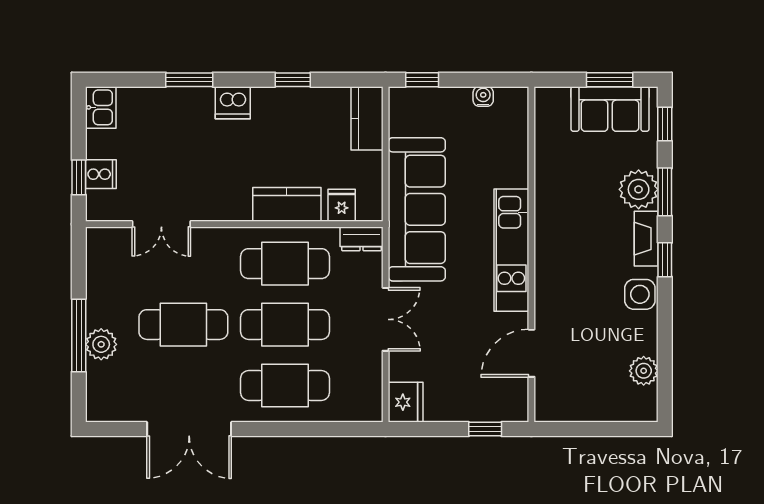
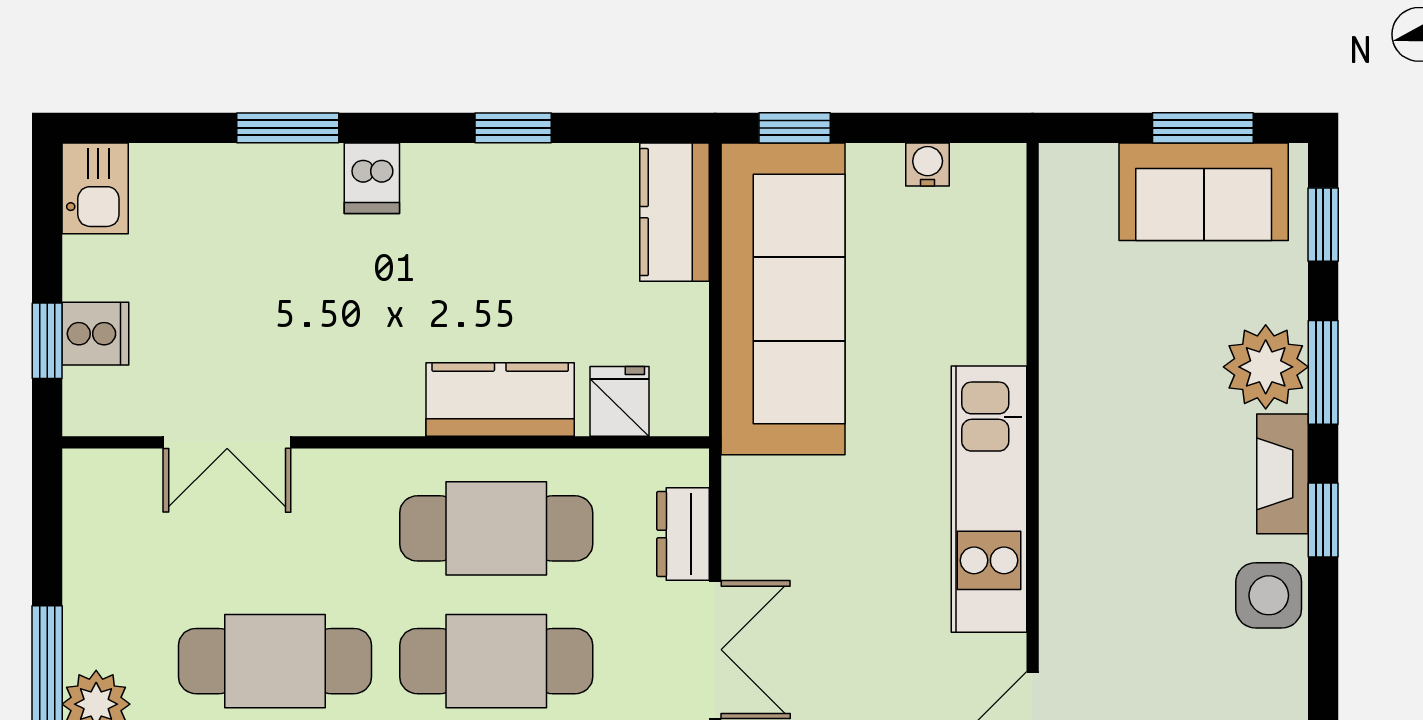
dishwasher: (233, 103) -> (372, 178), width x0.73
sofa: (417, 209) -> (783, 299), moved
dresser: (361, 239) -> (683, 534), moved, turned 90

